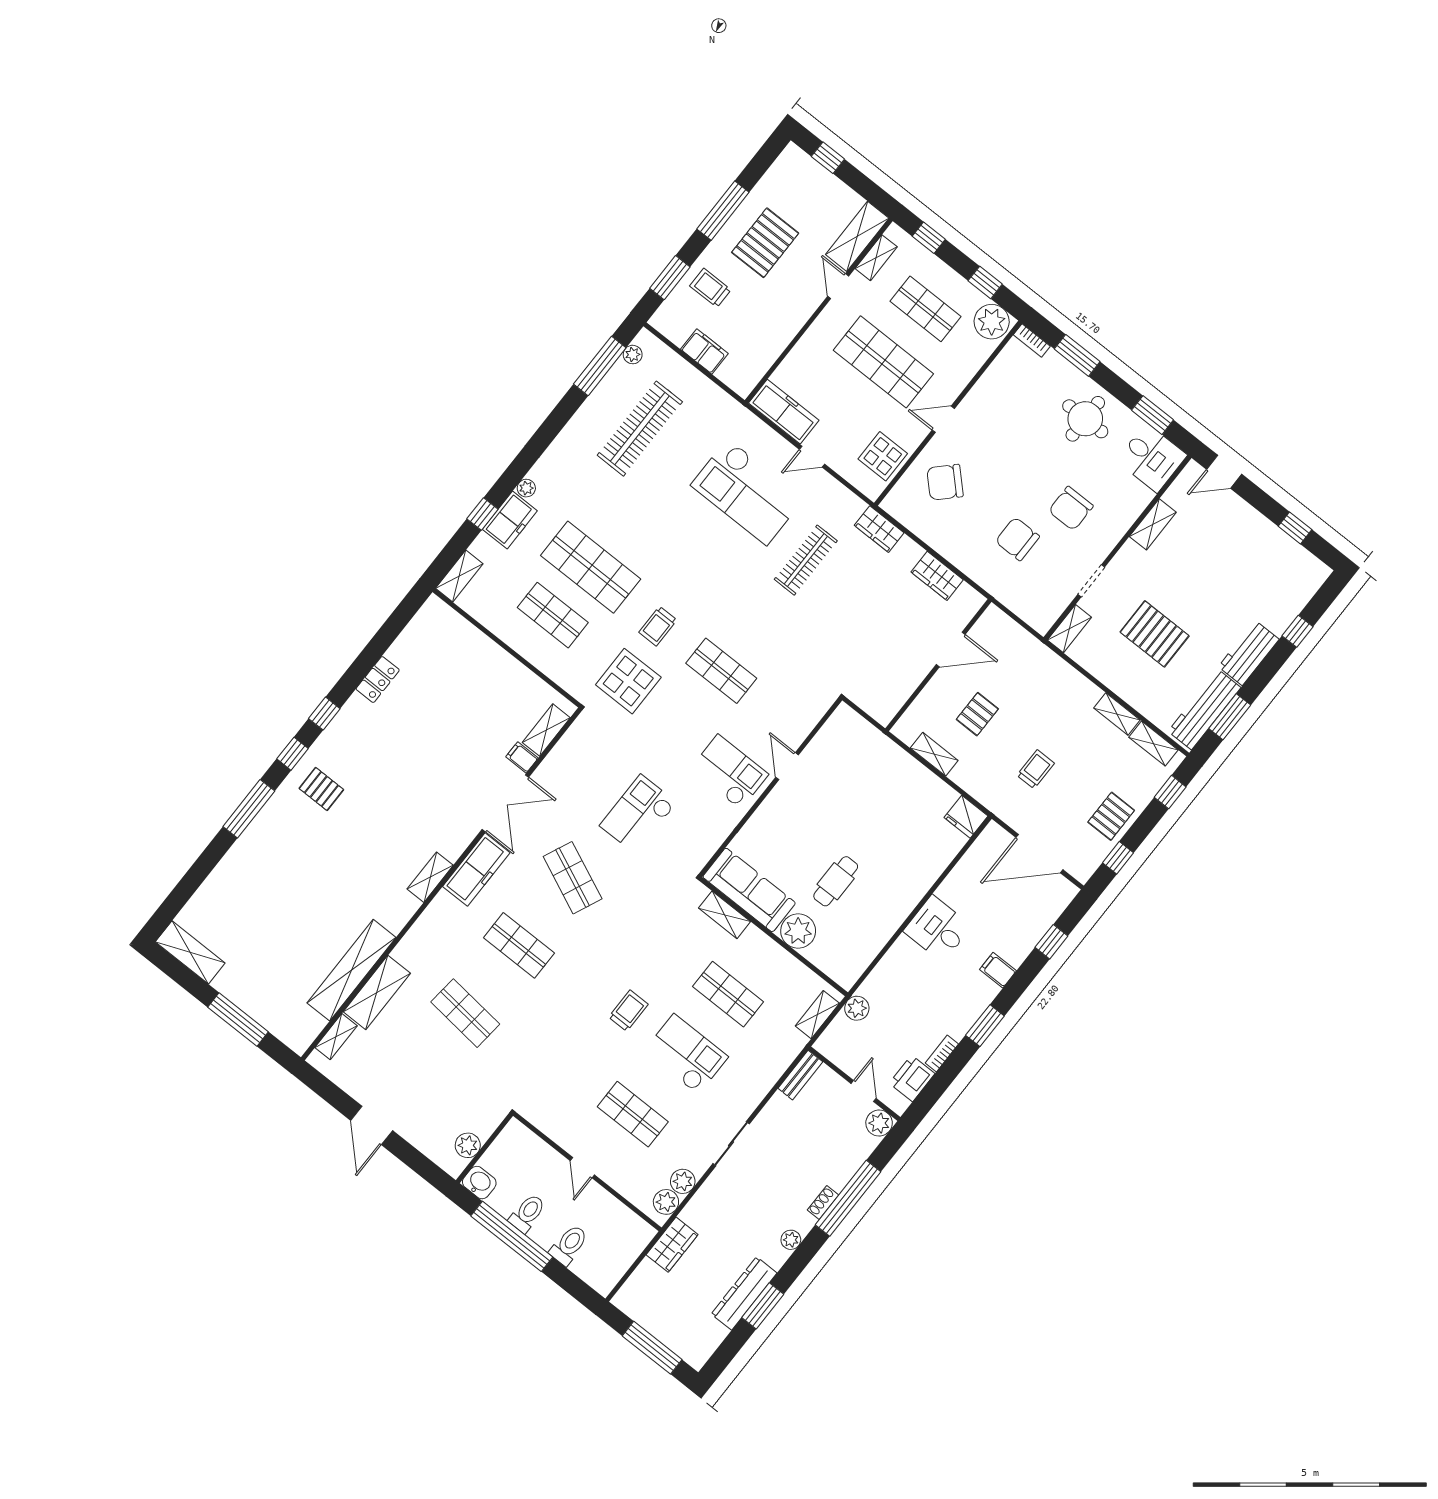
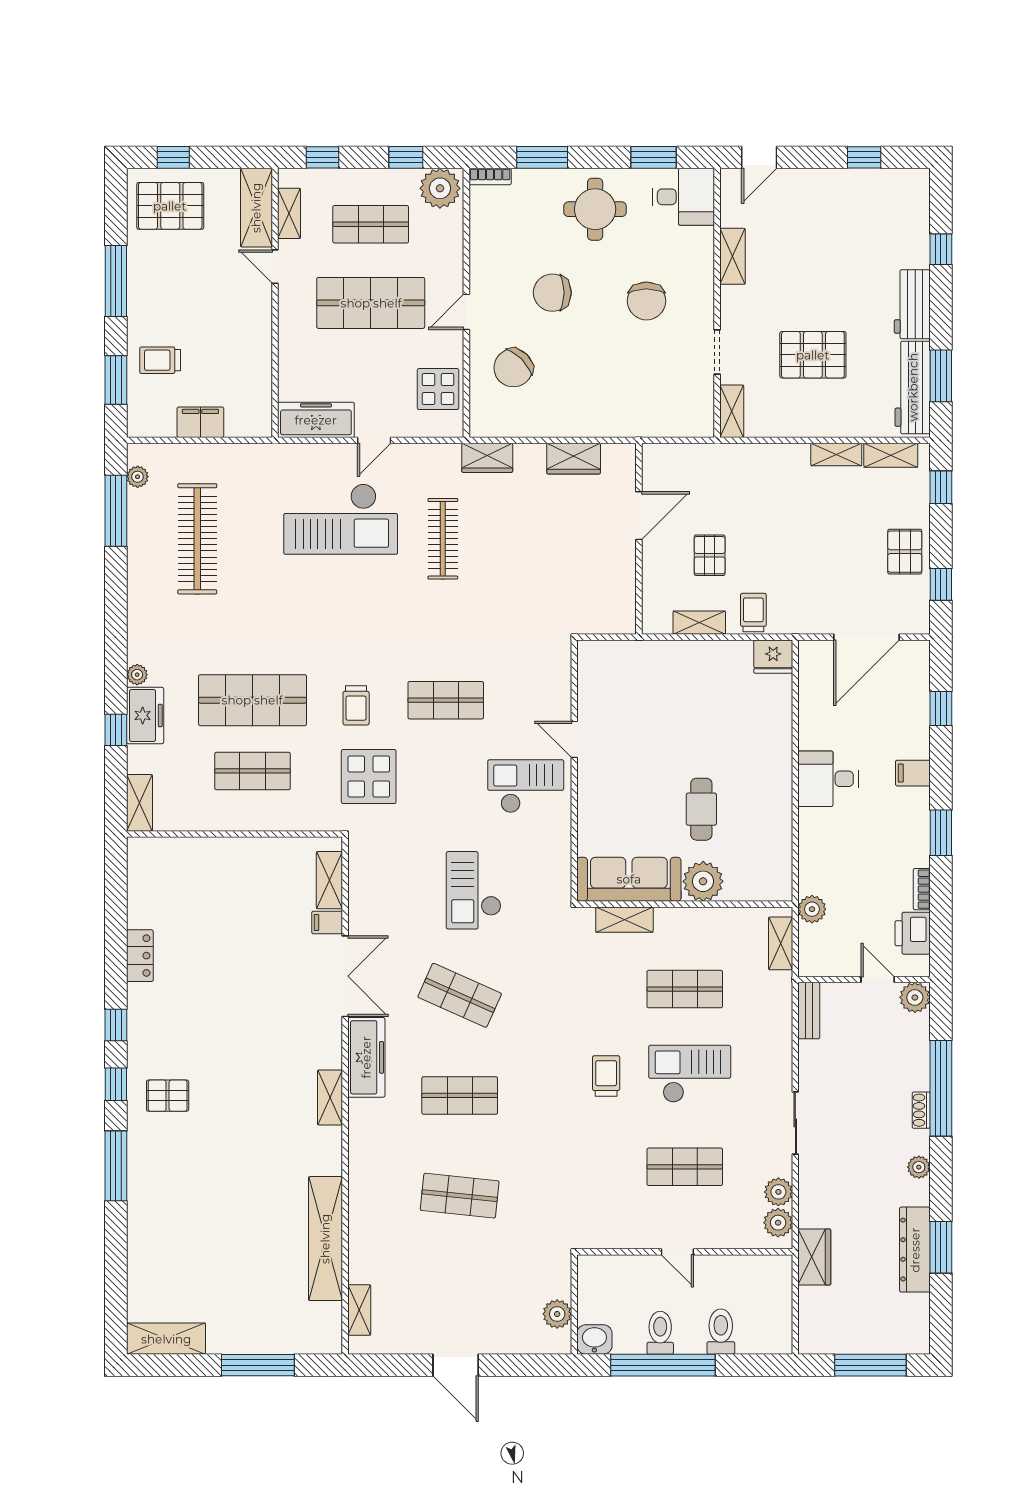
pallet: (765, 243) -> (170, 206), moved, turned 90
chair: (1017, 539) -> (552, 293), moved
trolley: (1036, 769) -> (753, 613), moved
shelving: (377, 992) -> (365, 1241), removed

